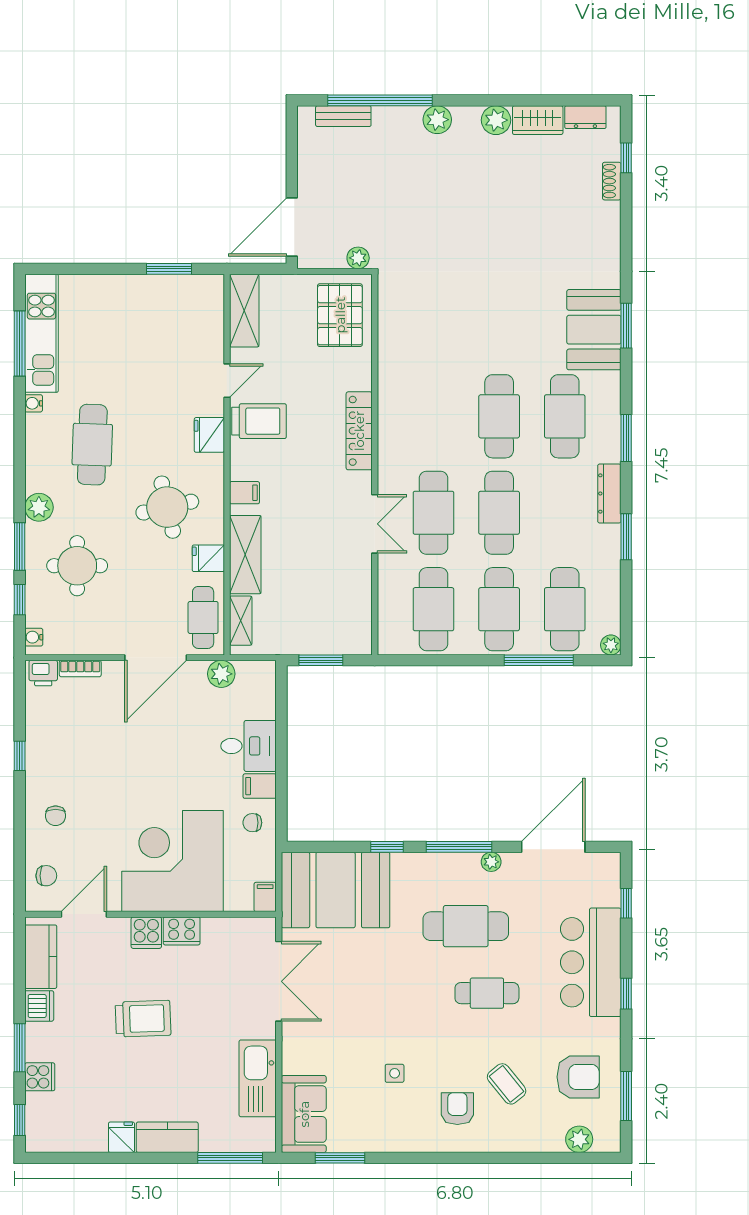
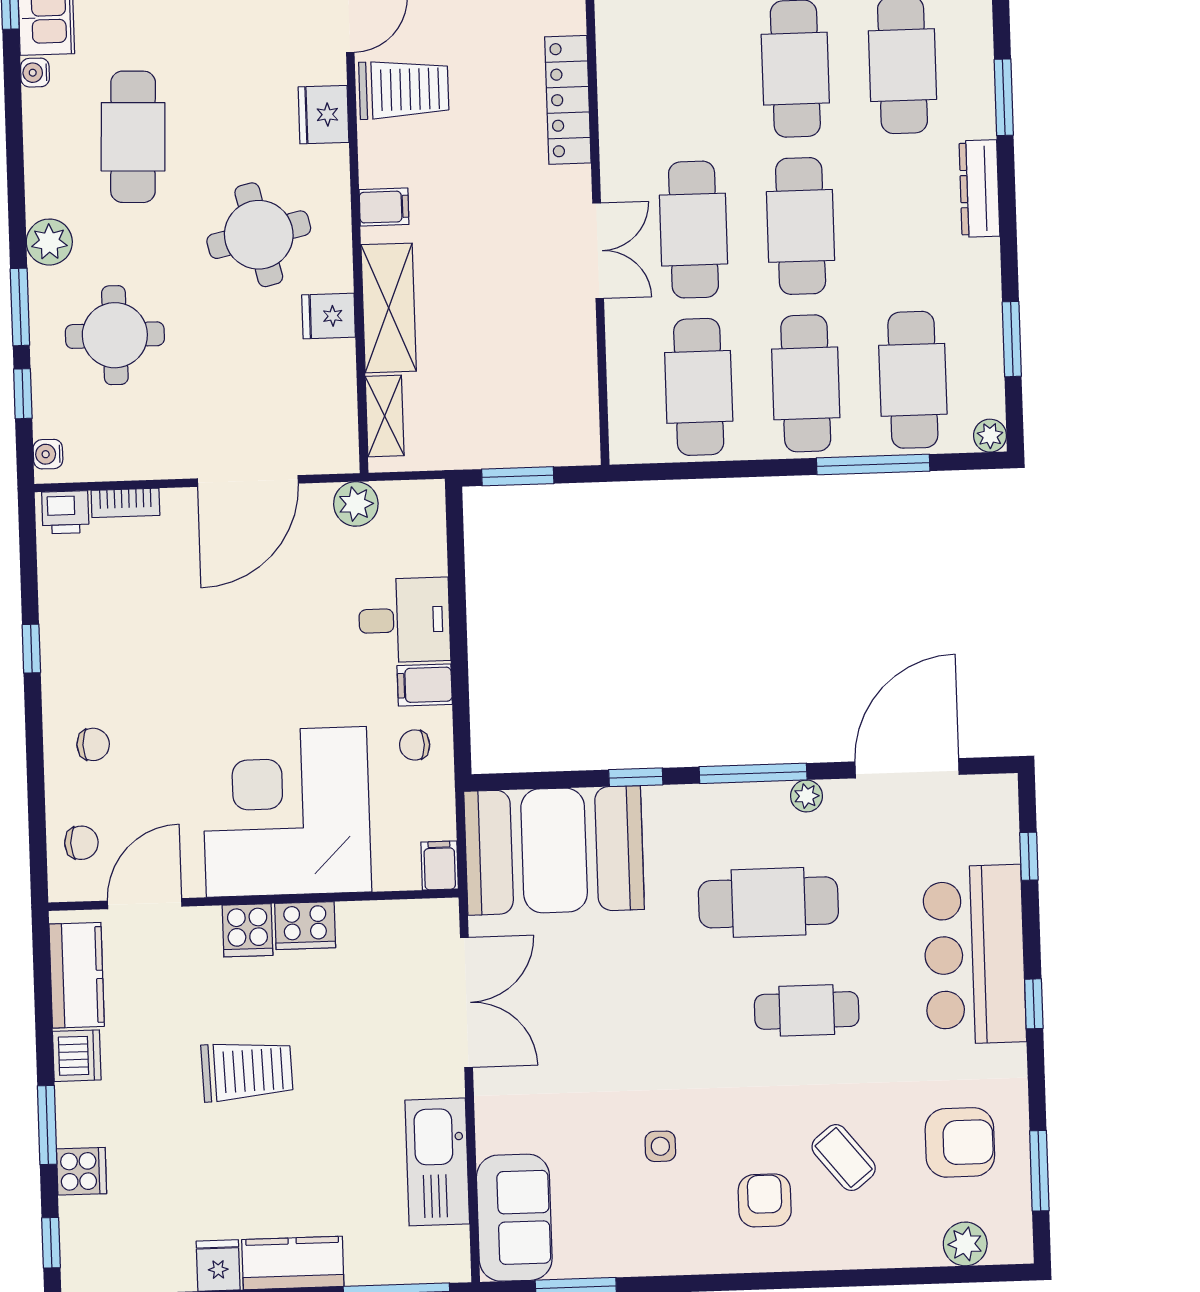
window: (626, 537) -> (1012, 339), moved
cafe table: (203, 617) -> (323, 413), removed
chair: (56, 816) -> (93, 744), turned -90

